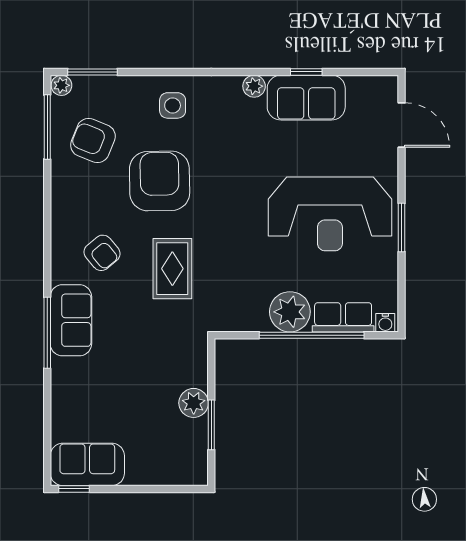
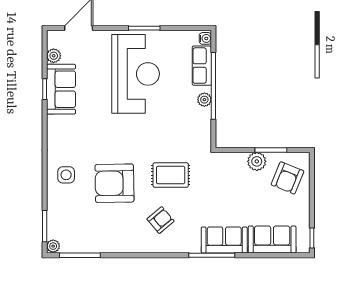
plant: (254, 86) -> (54, 56), moved
armchair: (93, 141) -> (287, 178), moved
plant: (290, 312) -> (204, 100), width x0.53, depth x0.53
sofa: (71, 320) -> (224, 240), moved
sofa: (87, 464) -> (272, 240), moved, turned 90

